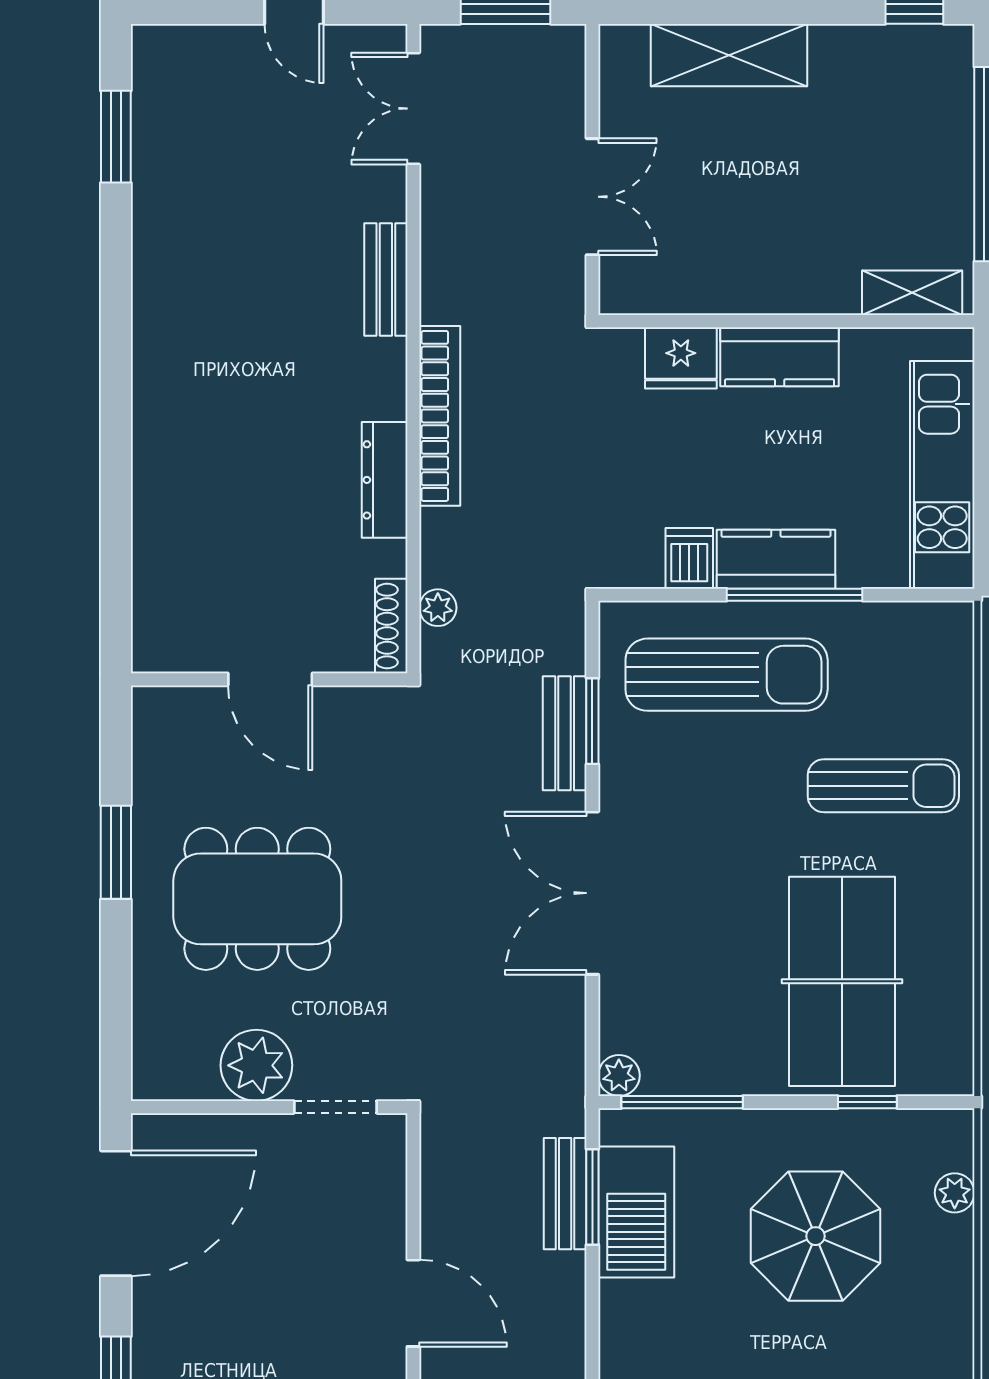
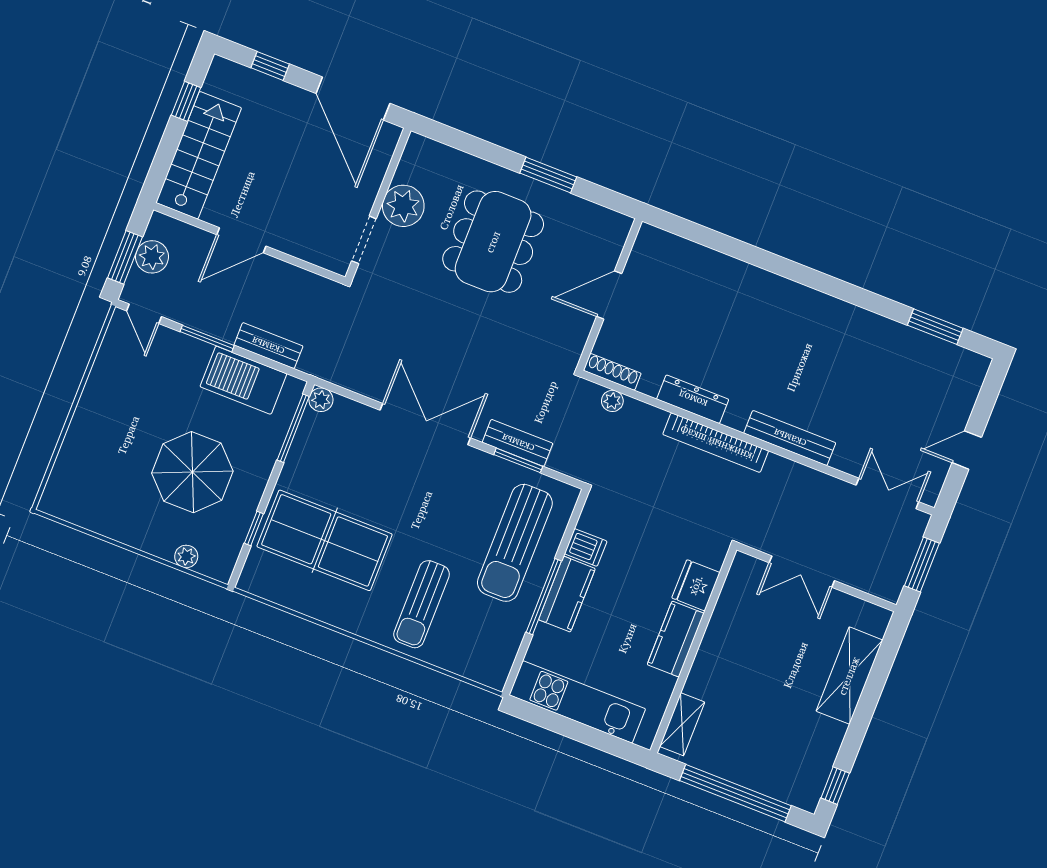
bench: (386, 279) -> (790, 438), width x1.36
window: (592, 1197) -> (207, 339), moved

